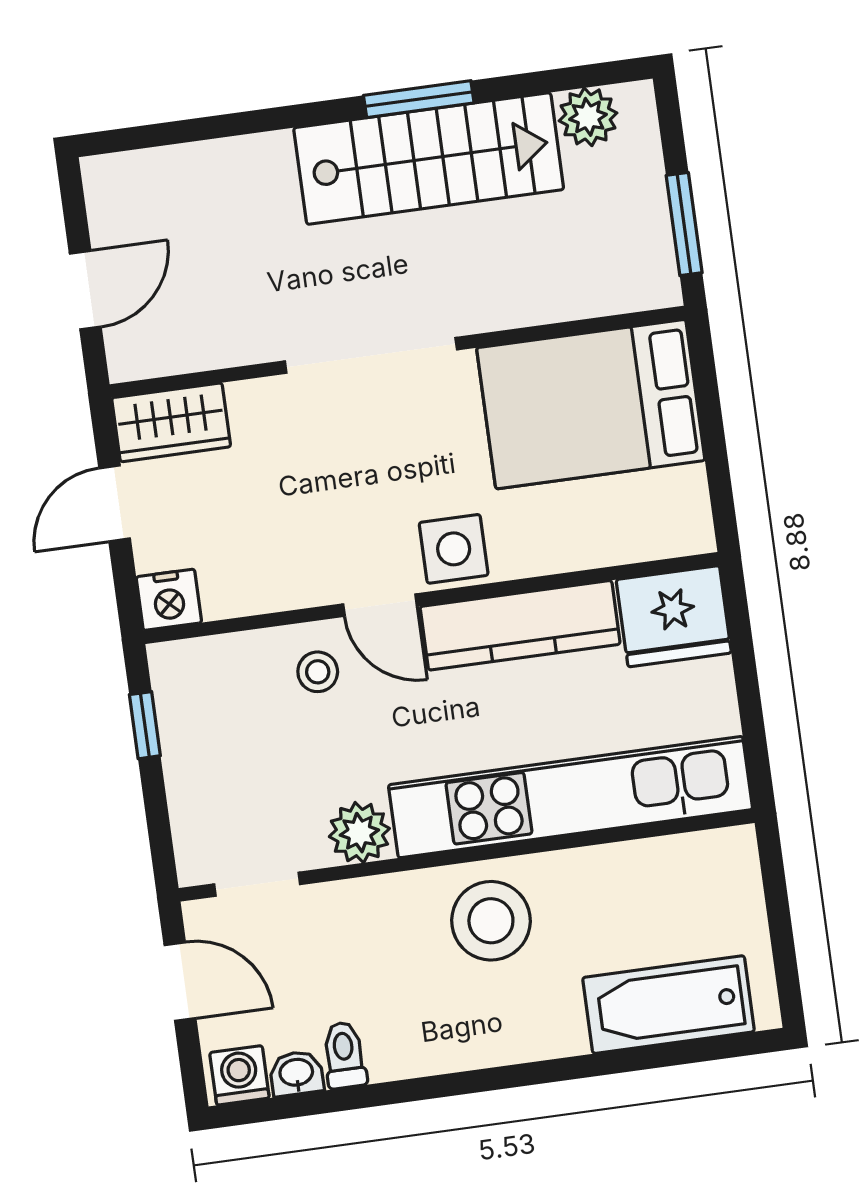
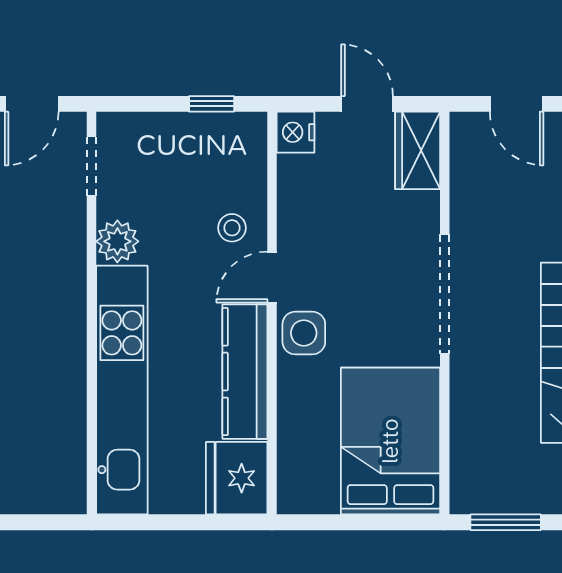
stool: (491, 921) -> (44, 324), removed

